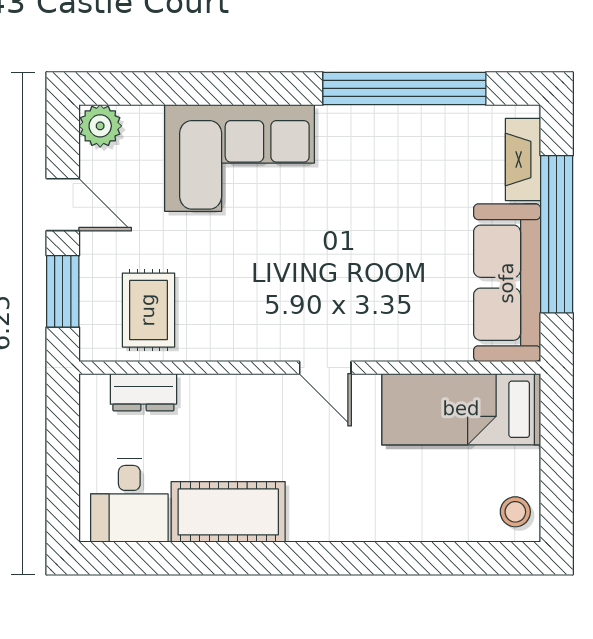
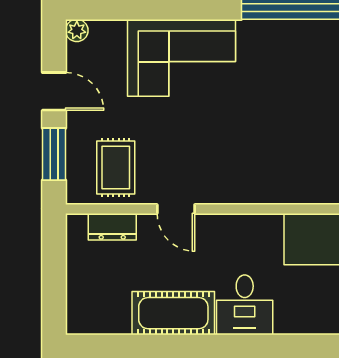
plant: (100, 126) -> (77, 30), width x0.73, depth x0.73
door: (325, 368) -> (176, 209), moved
desk: (129, 501) -> (245, 305), moved

